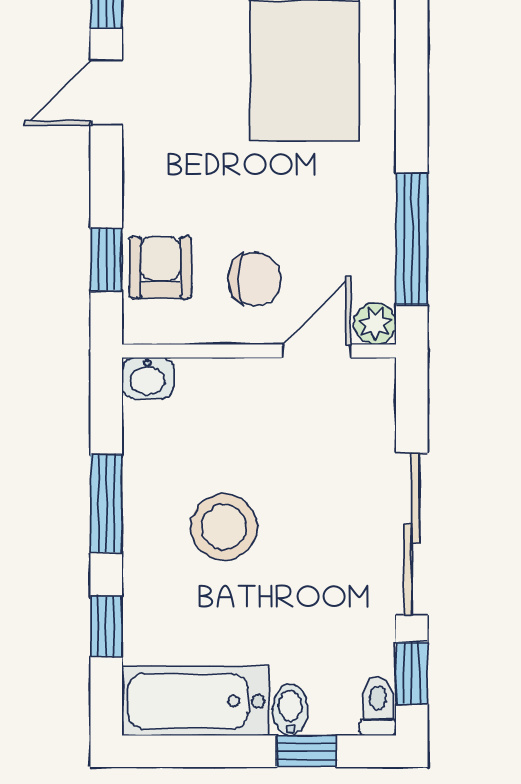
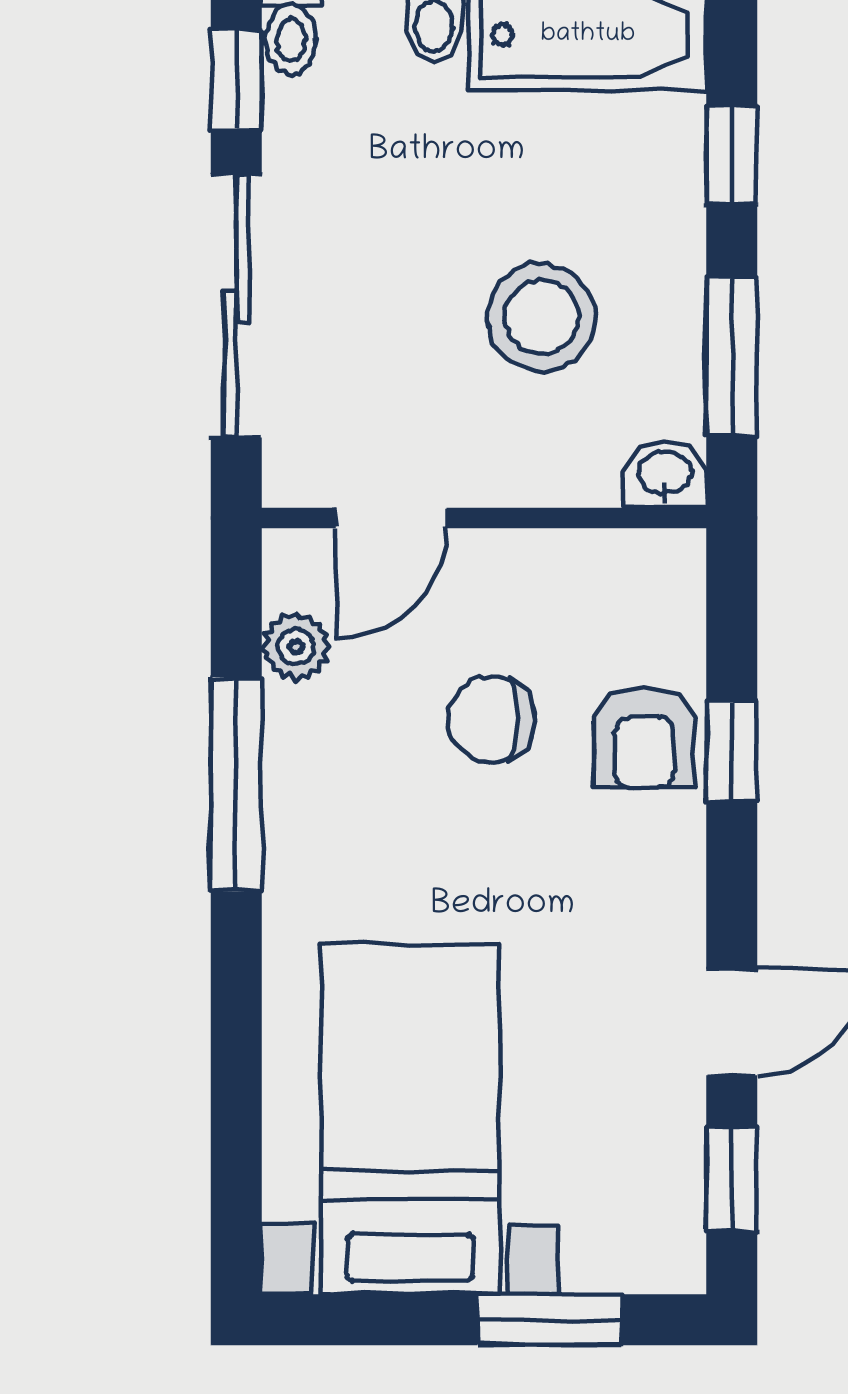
wall: (259, 351) -> (484, 518), moved
door: (316, 351) -> (391, 518), moved
washbasin: (148, 378) -> (665, 474), moved

